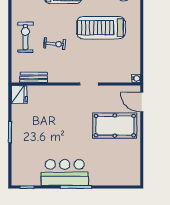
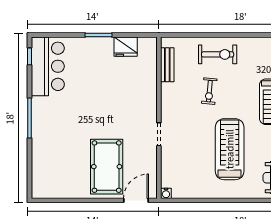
fridge: (19, 94) -> (126, 47), moved
bar counter: (65, 173) -> (48, 66), moved

